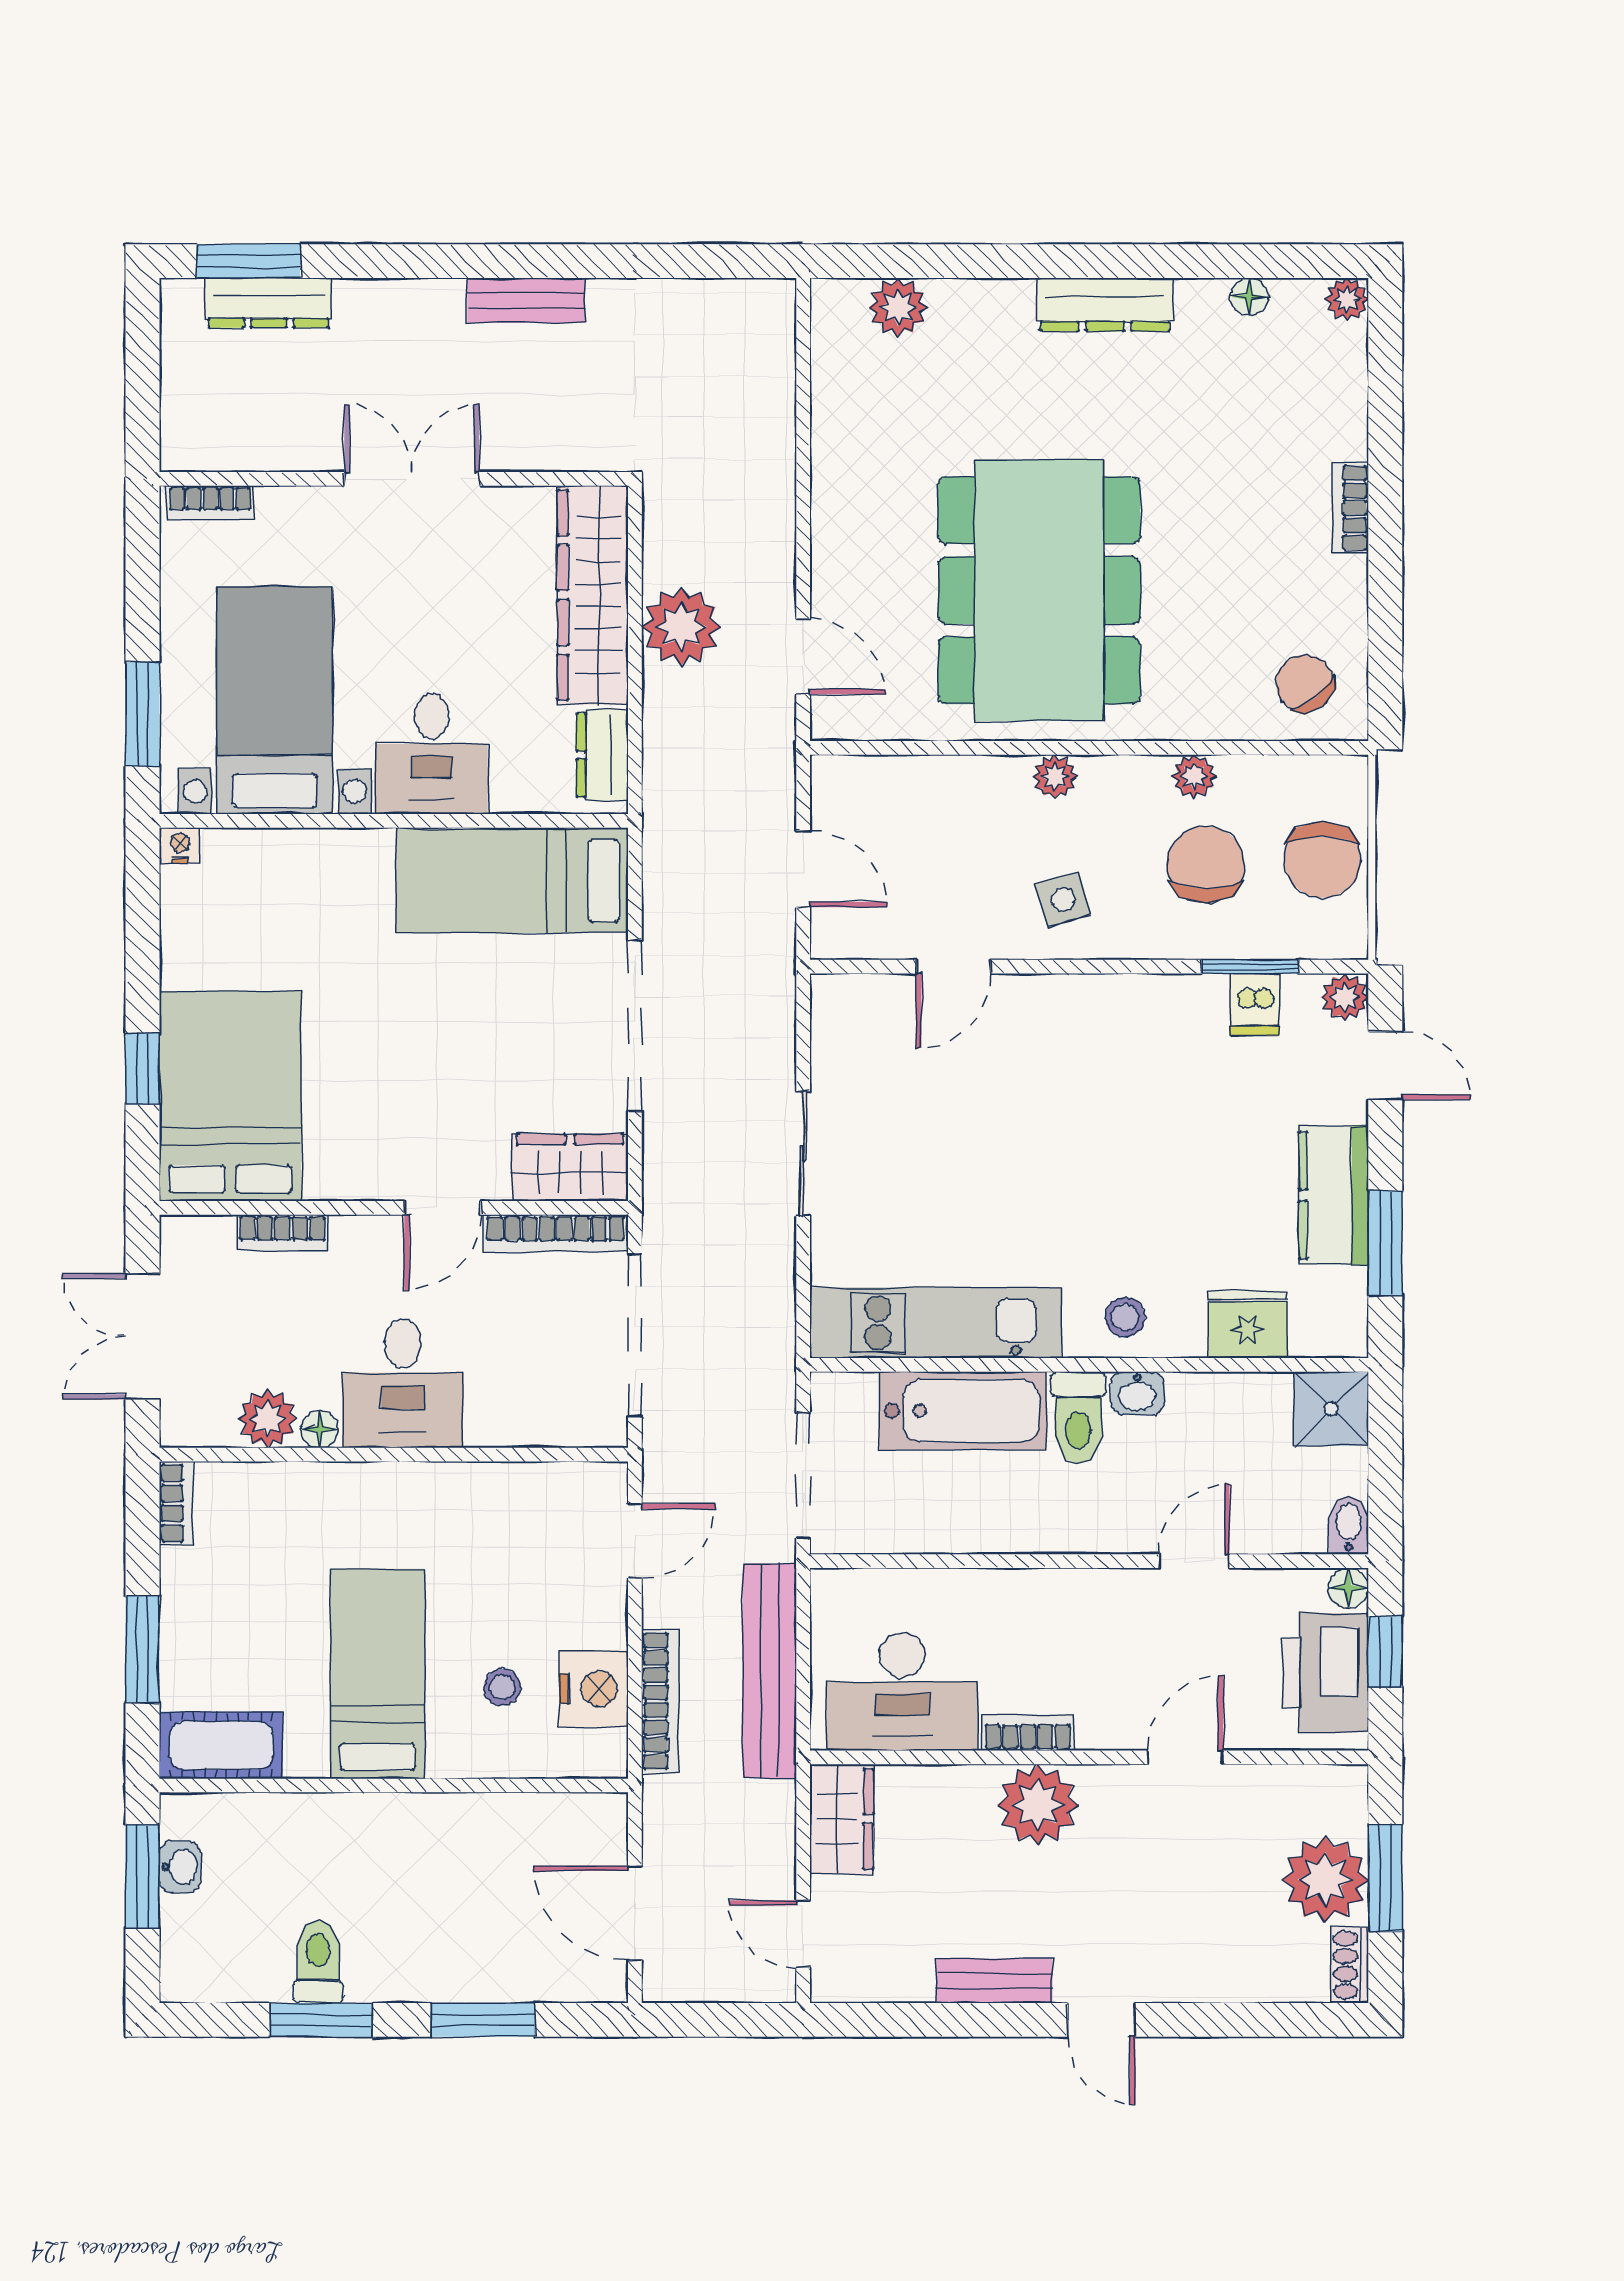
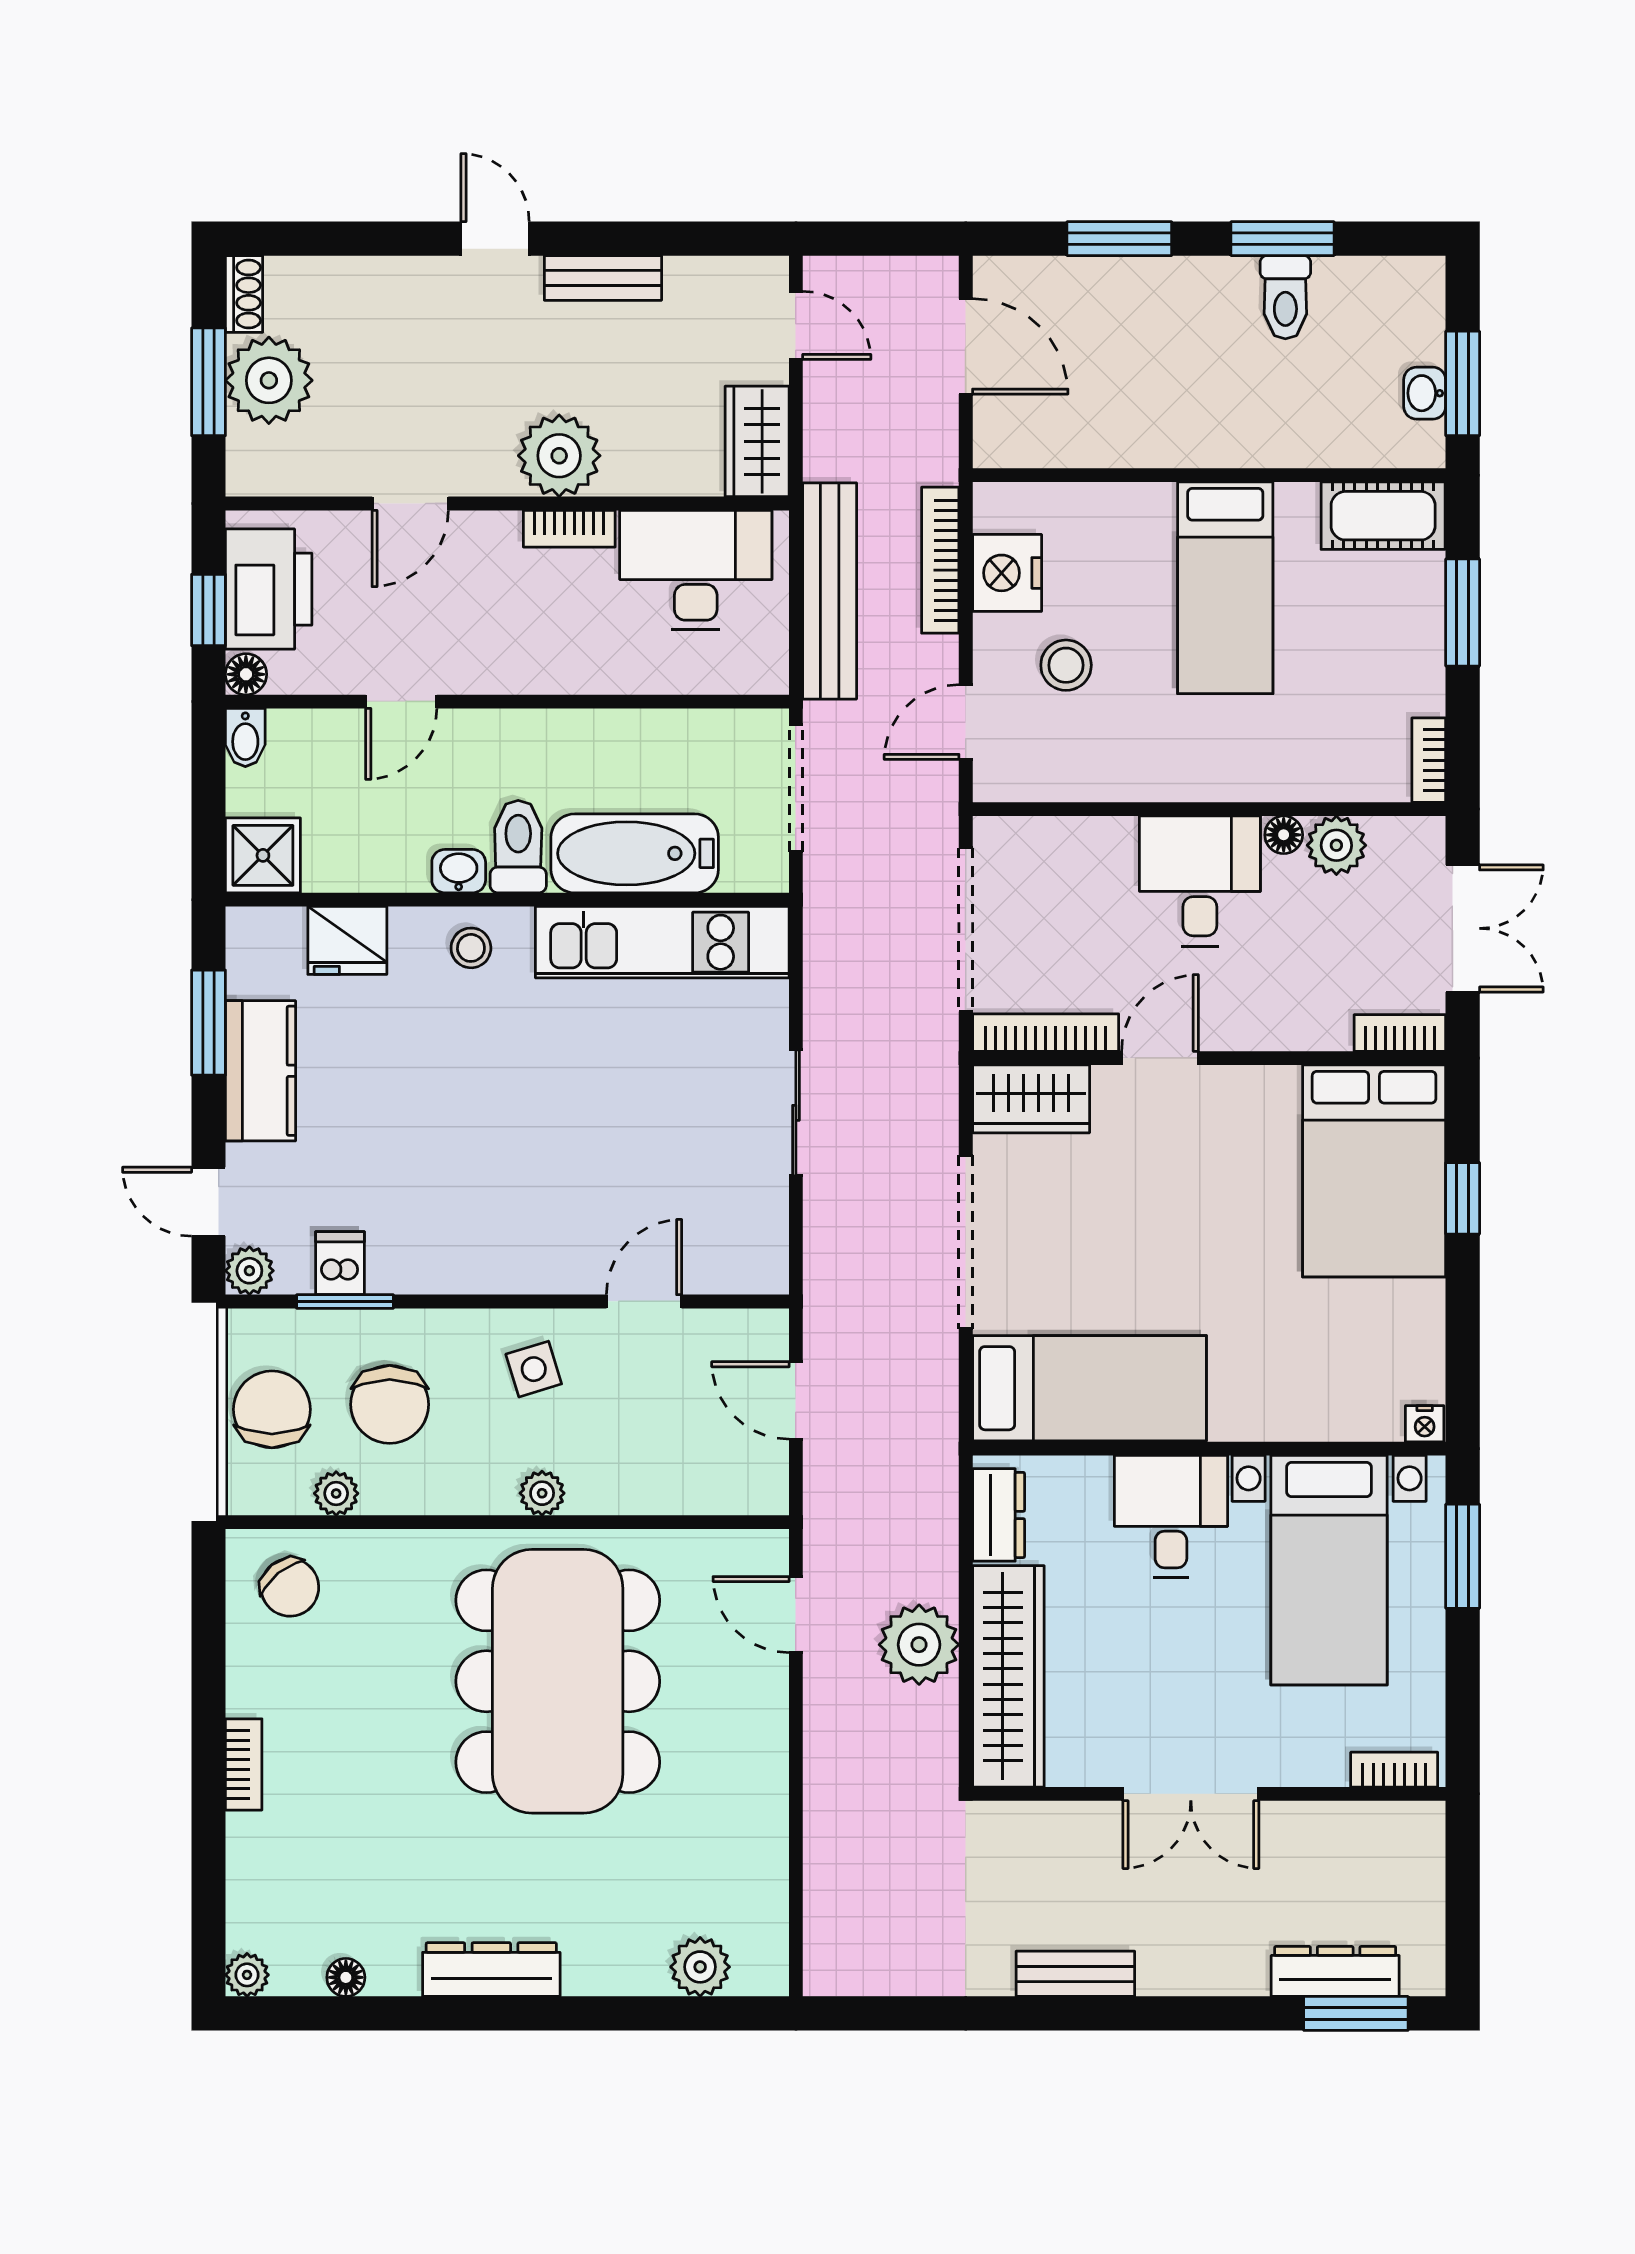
plant: (1194, 776) -> (336, 1493), moved
bookcase: (282, 1233) -> (1400, 1033), moved
stool: (502, 1687) -> (1066, 665), moved, width x1.37, depth x1.37

